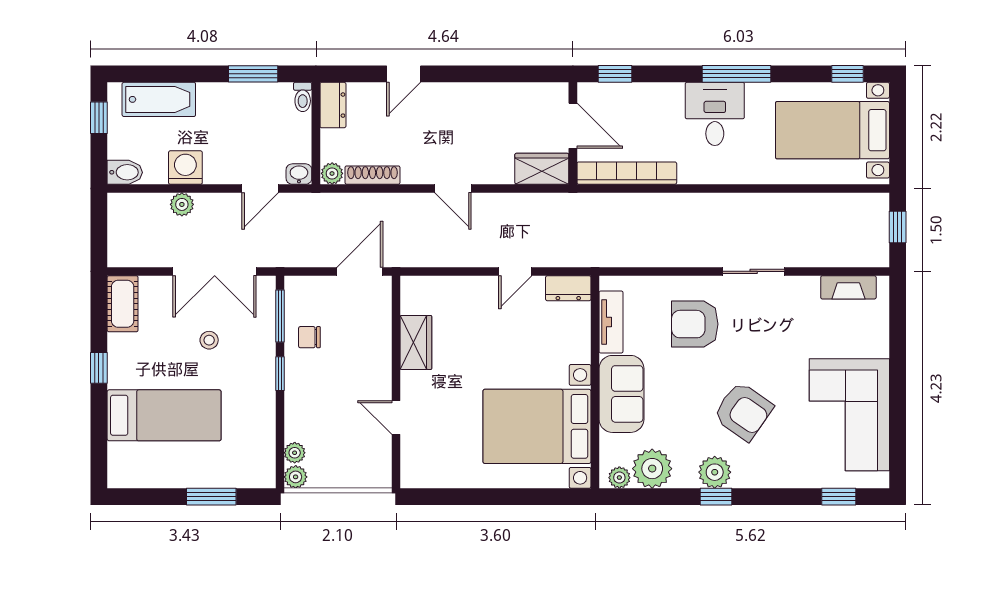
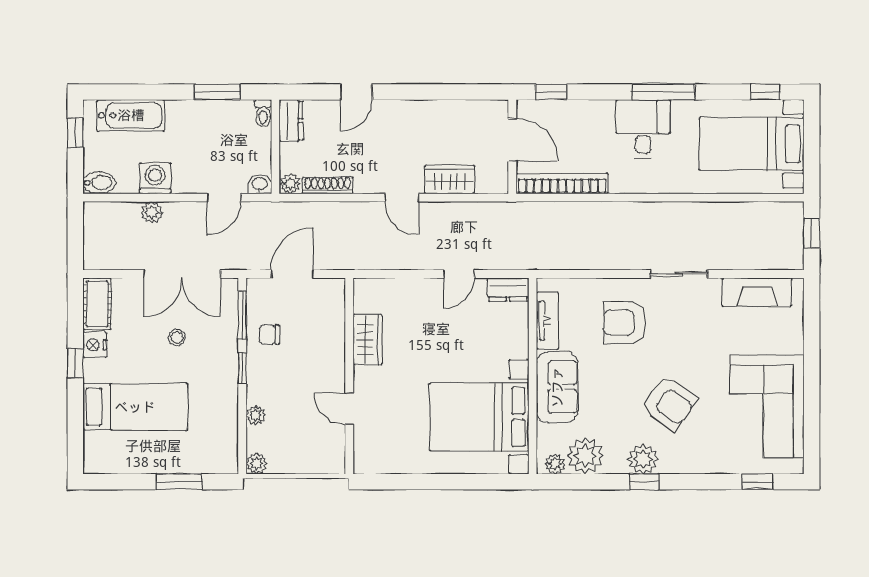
wardrobe: (542, 169) -> (450, 179), moved
door: (360, 271) -> (292, 274), moved
fireplace: (848, 287) -> (757, 292), width x1.37, depth x1.32
nightstand: (120, 348) -> (95, 345), added
plant: (295, 453) -> (256, 415), moved

